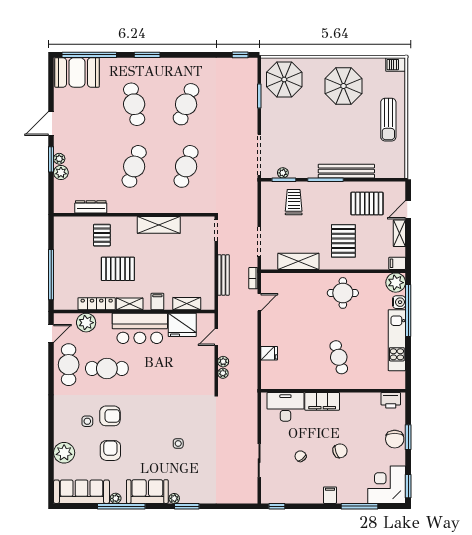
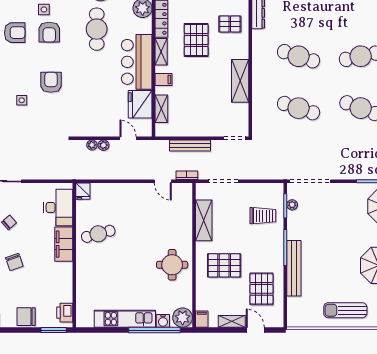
fridge: (269, 353) -> (83, 191), moved
cafe table: (339, 357) -> (98, 234), moved
armchair: (160, 414) -> (51, 82), added
window: (408, 437) -> (54, 330), moved

